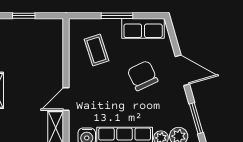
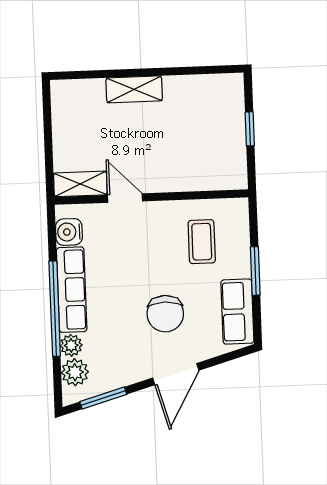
coffee table: (96, 50) -> (202, 242), turned -72
chair: (143, 76) -> (165, 314), turned 115

